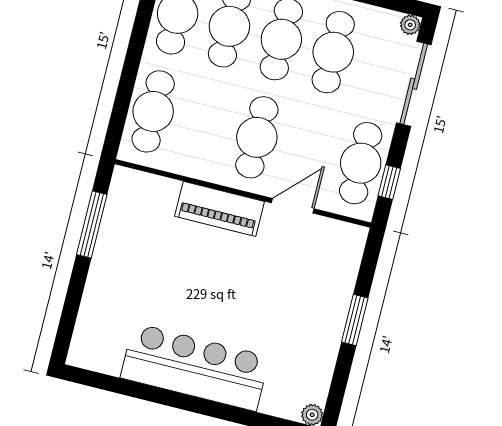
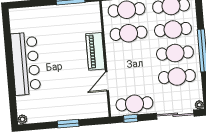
cafe table: (257, 137) -> (129, 33), moved
door: (293, 206) -> (107, 81), swing flipped

